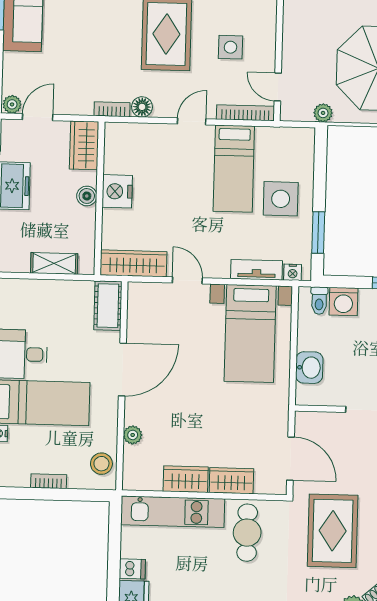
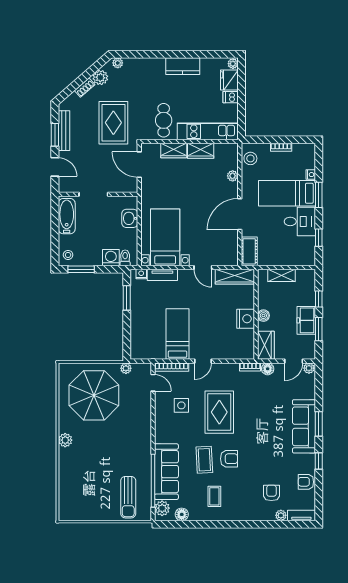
floor lamp: (142, 107) -> (268, 369), moved
side table: (281, 199) -> (149, 317), removed

